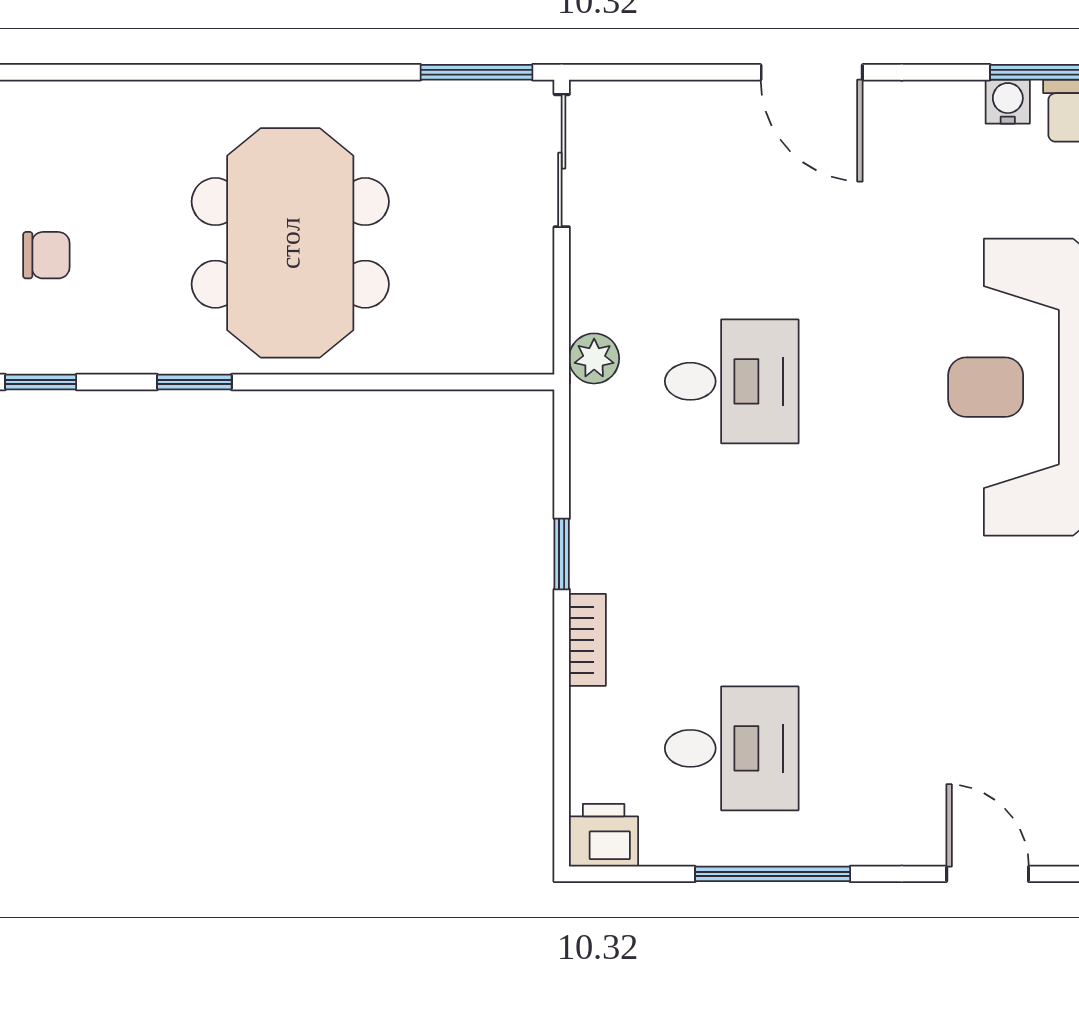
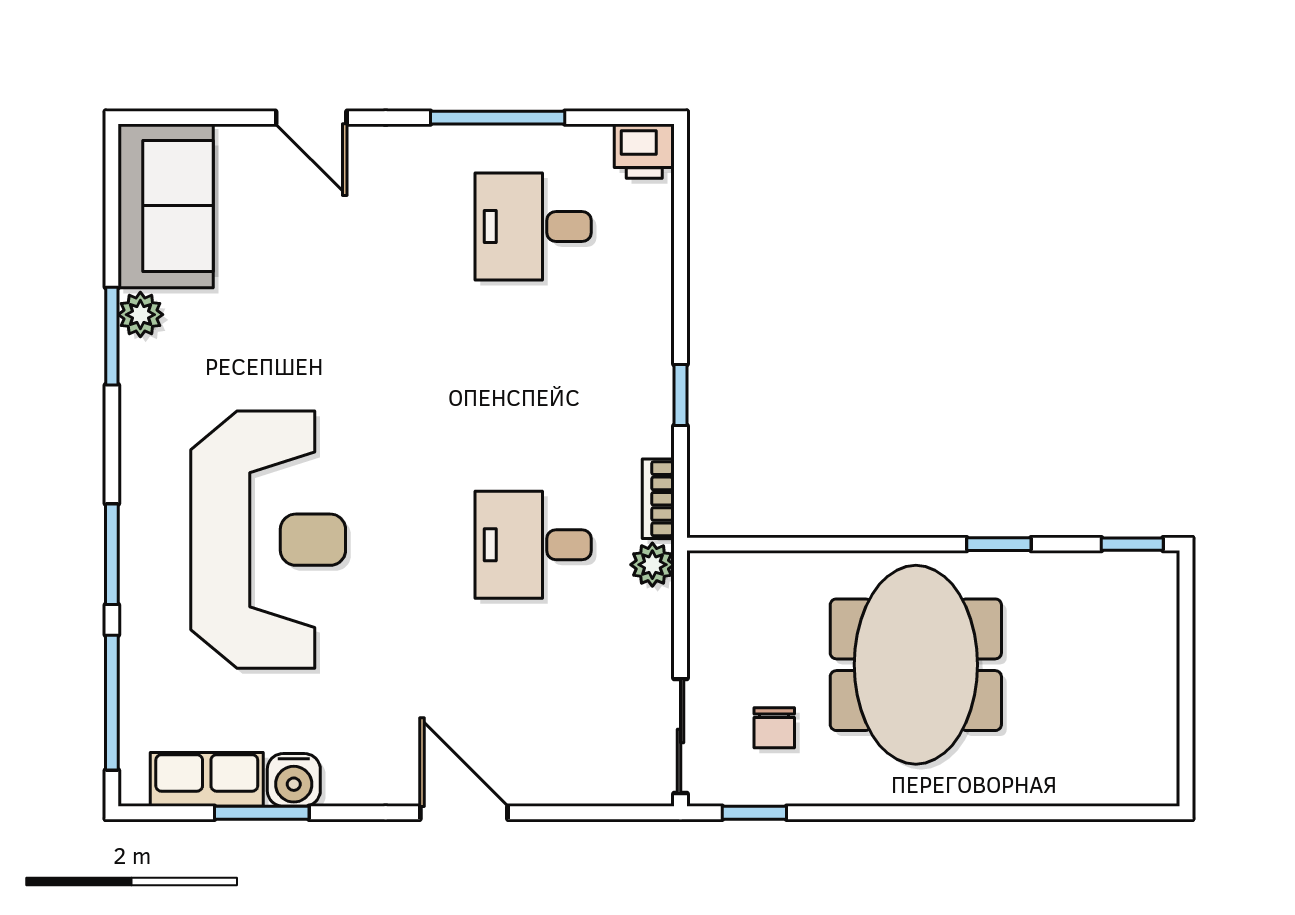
window: (477, 72) -> (754, 813), width x0.67
water cooler: (1008, 102) -> (294, 780), width x1.38, depth x1.38
chair: (46, 255) -> (774, 728), moved, turned -90
bookcase: (587, 640) -> (658, 499), moved

